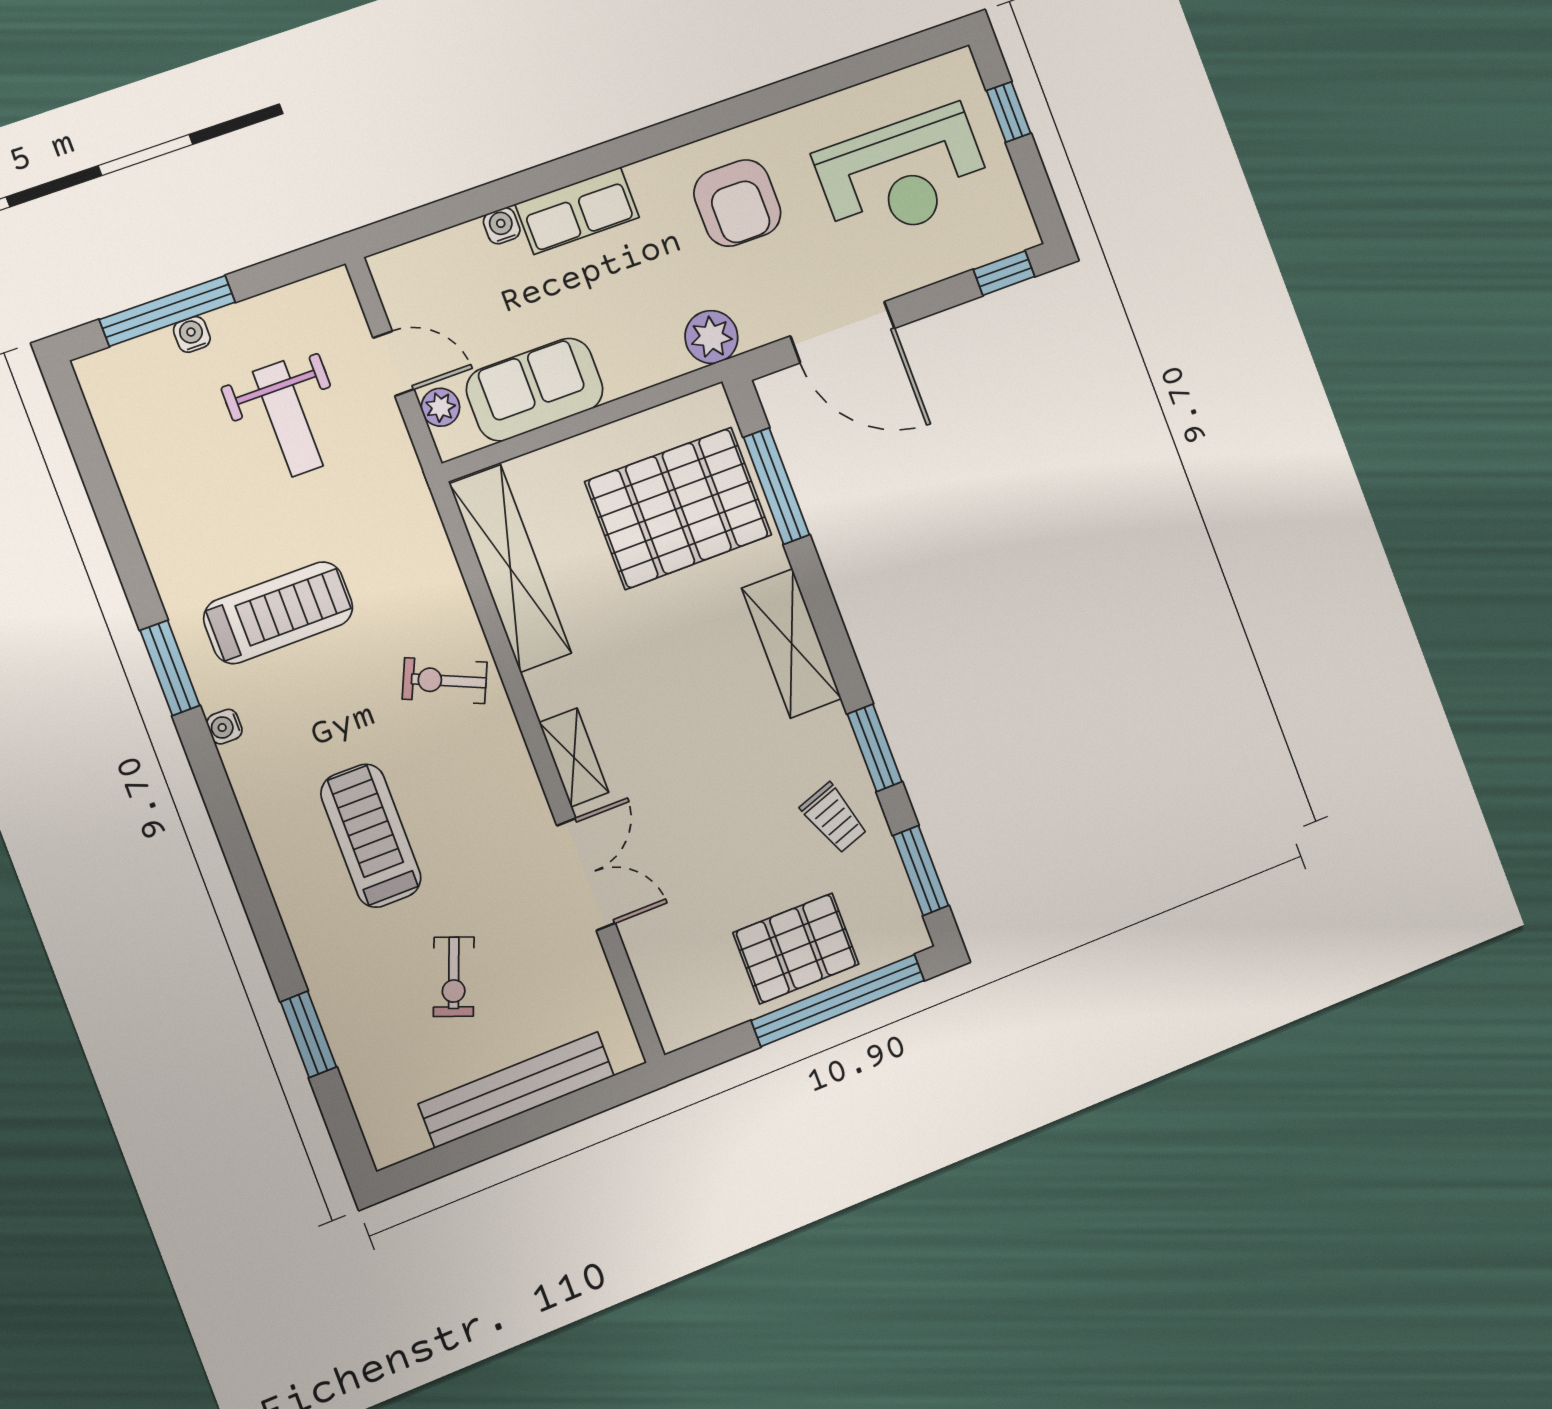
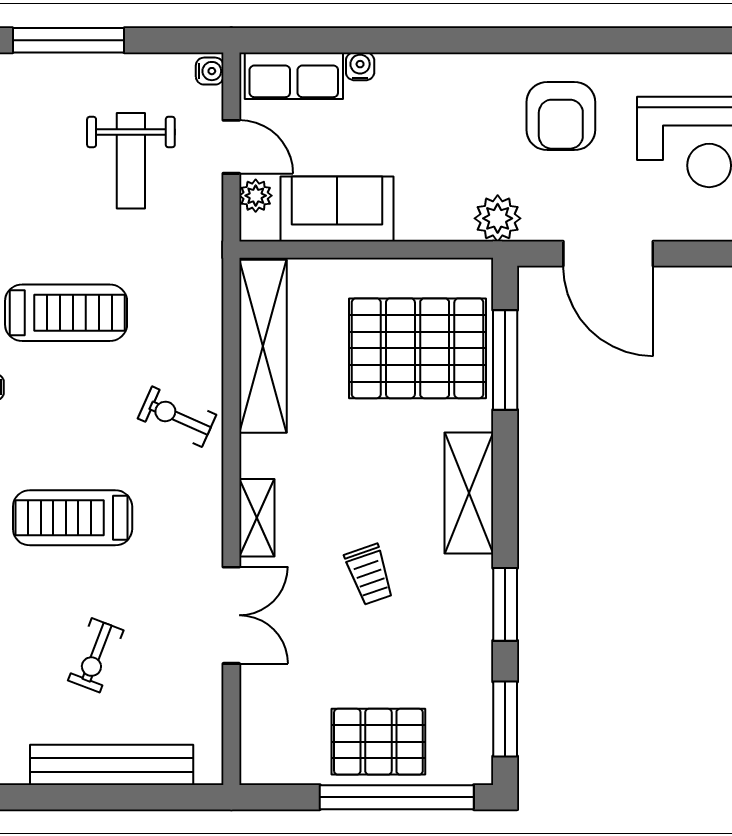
row of seats: (577, 211) -> (294, 76), moved
water cooler: (192, 334) -> (210, 71), moved, turned 90
trolley: (834, 818) -> (369, 574), moved
treadmill: (371, 836) -> (73, 518), turned -90

